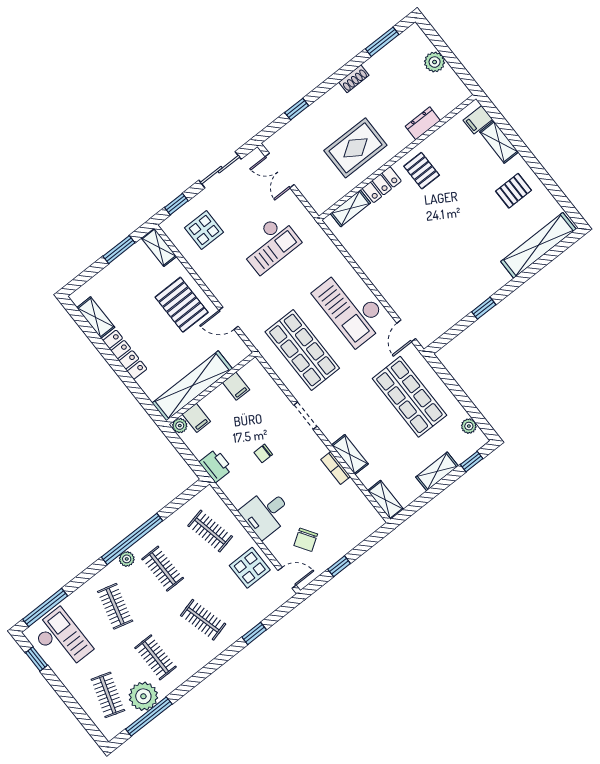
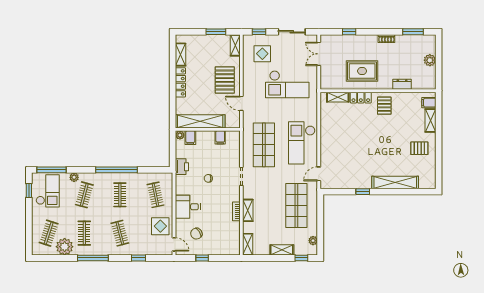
checkout: (269, 244) -> (287, 84), width x1.36, depth x1.21
shelving: (538, 245) -> (395, 183), moved
plant: (127, 559) -> (74, 177), moved
window: (149, 716) -> (93, 258), moved

